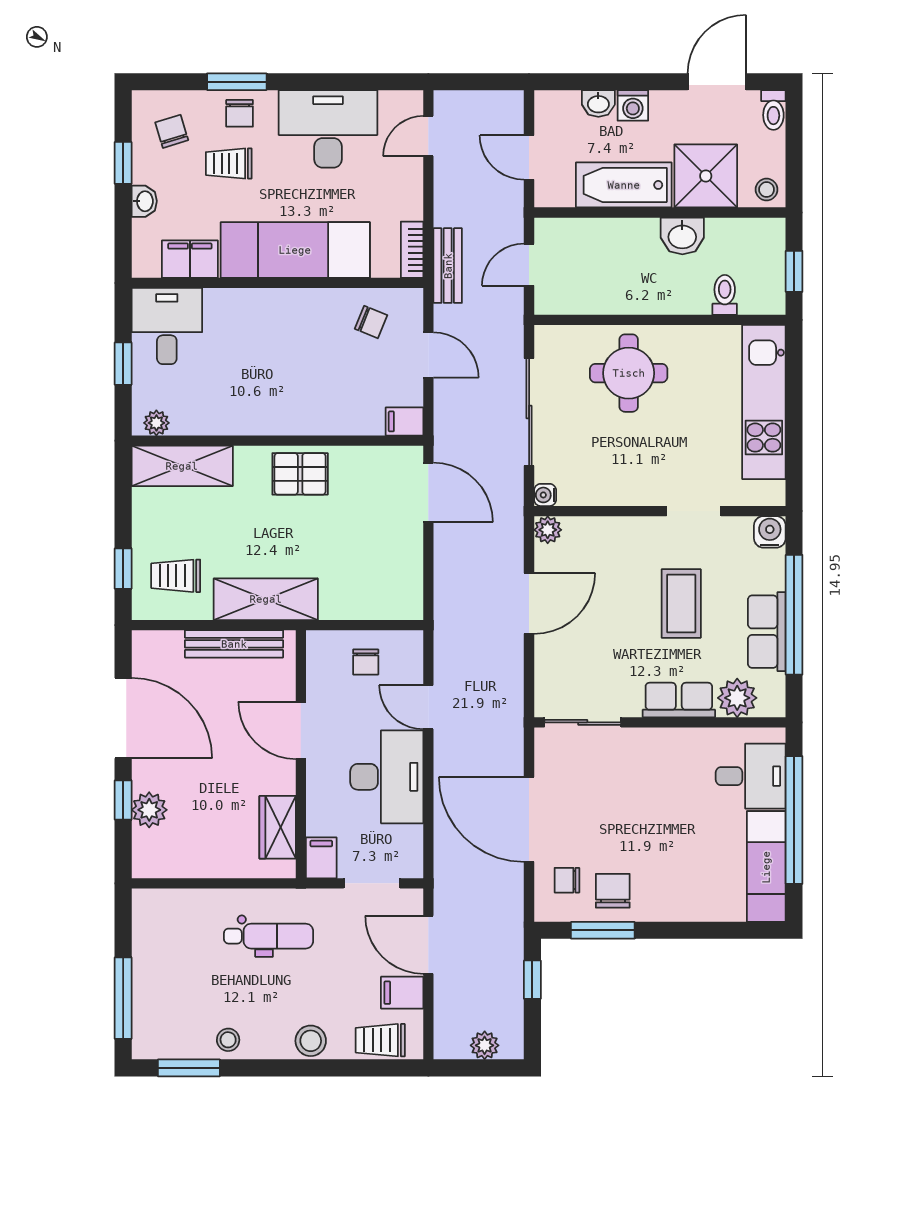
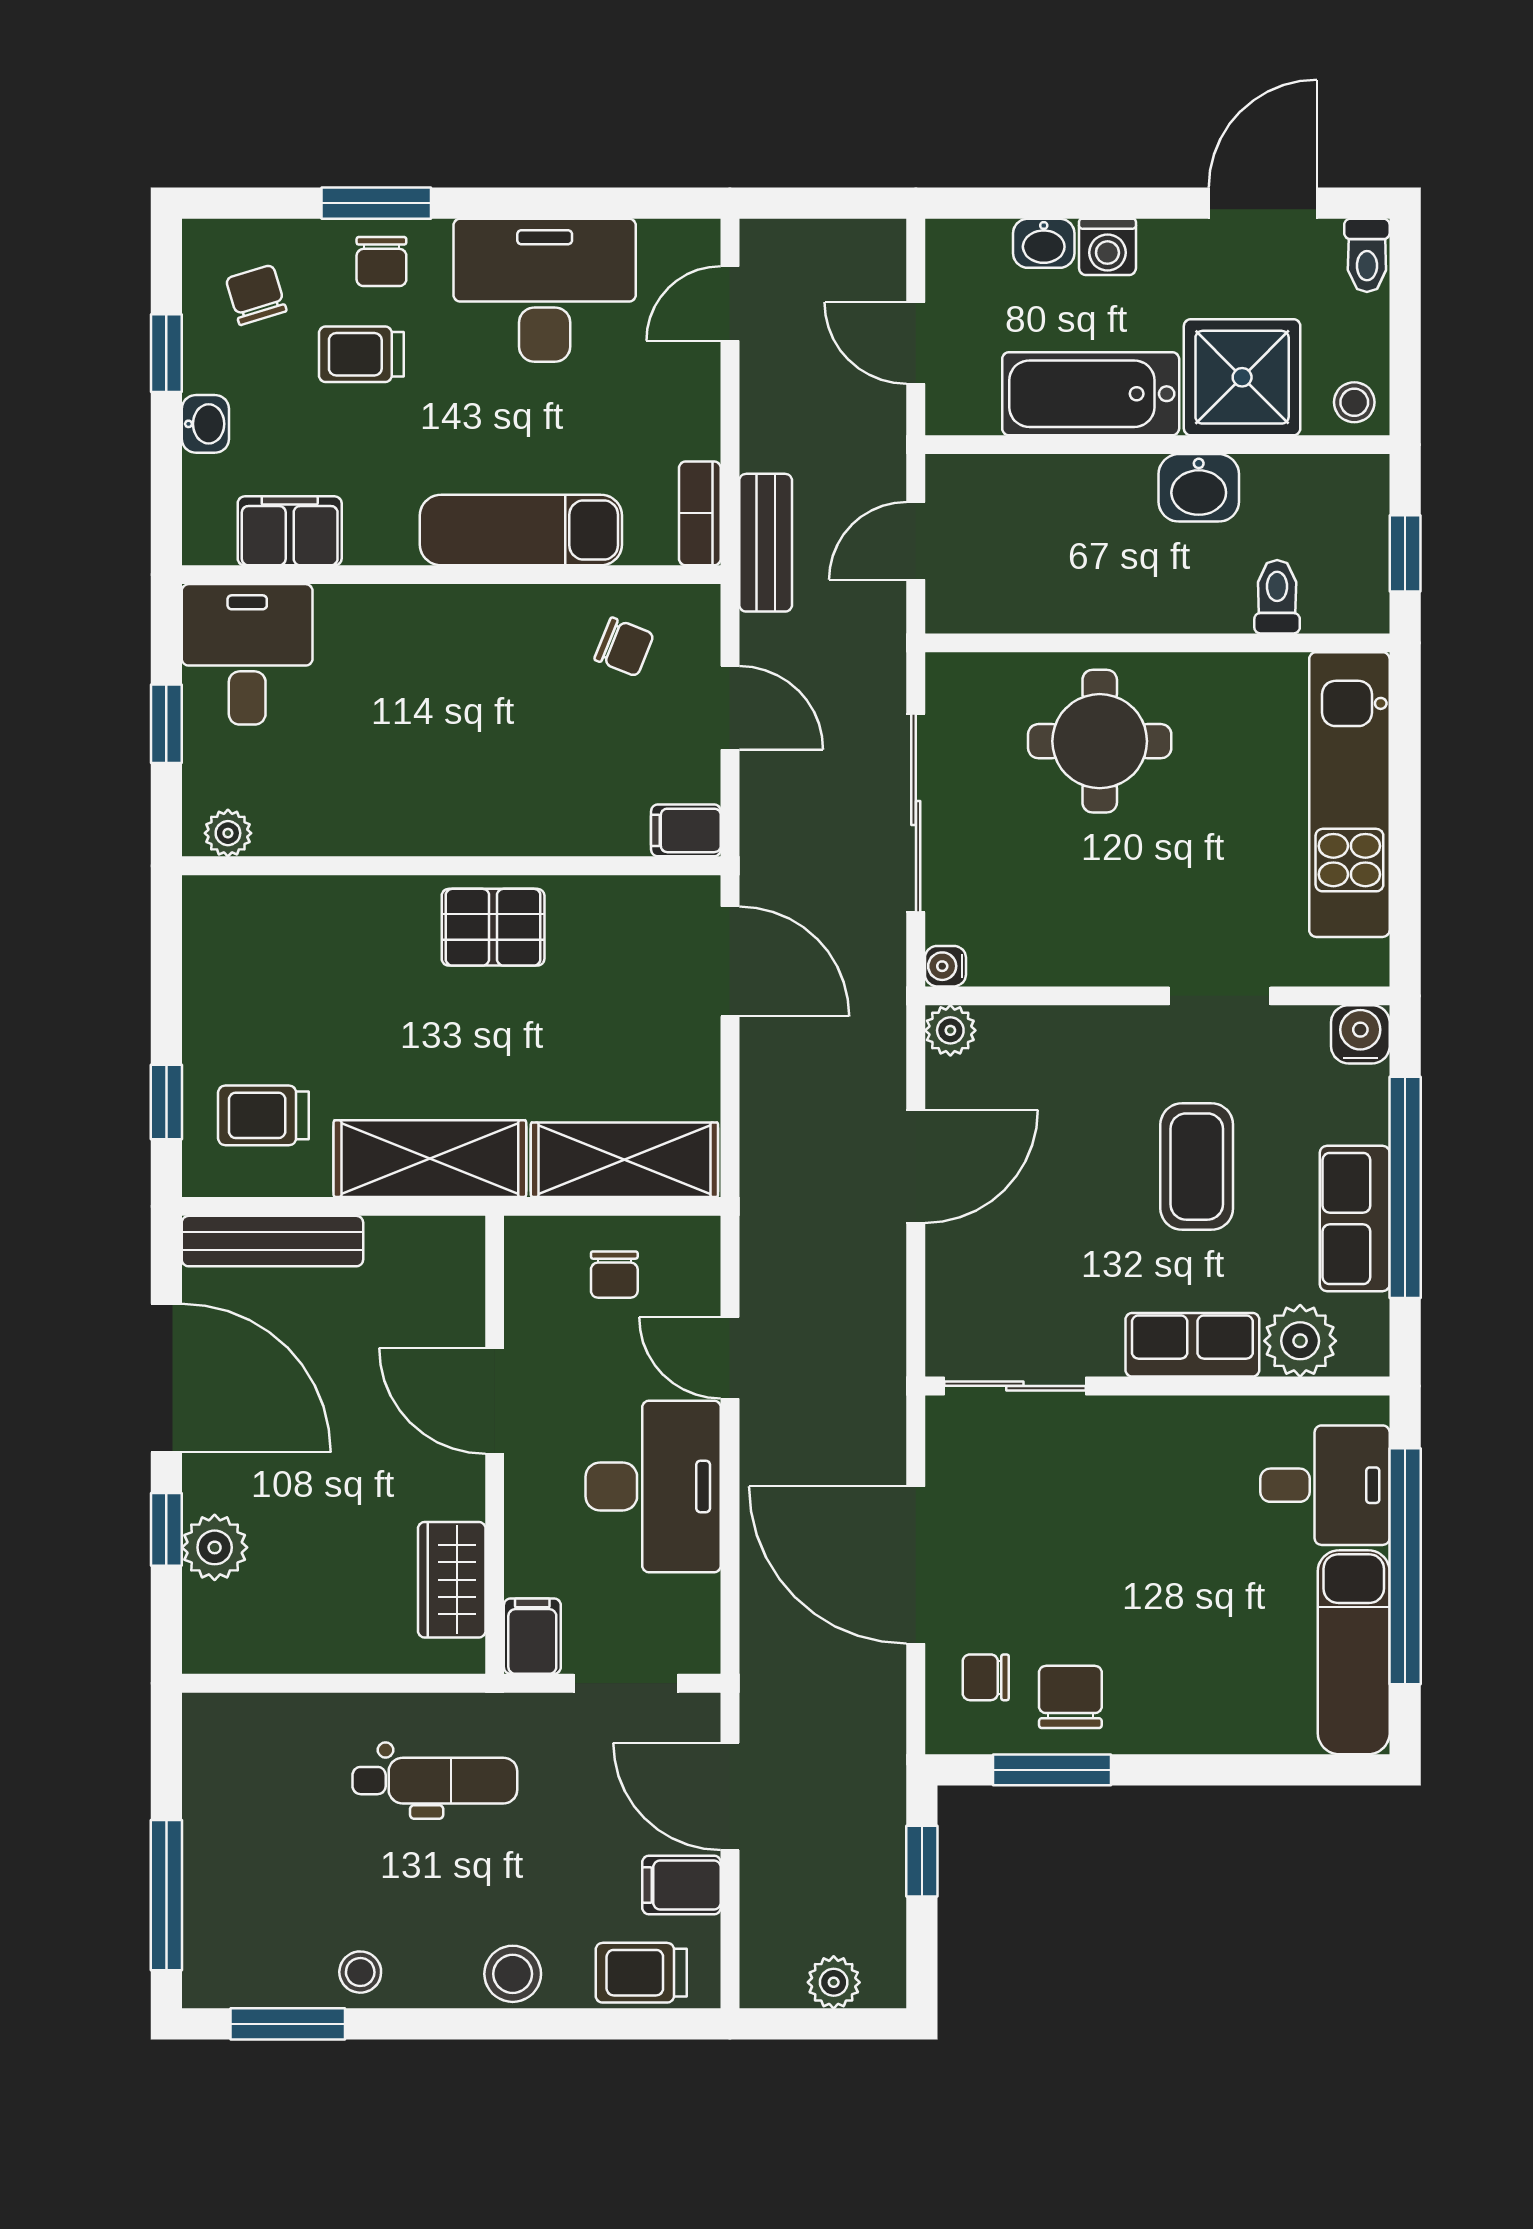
exam couch: (295, 250) -> (521, 530), width x0.73, depth x0.69
shelving: (182, 466) -> (624, 1160), moved
bench: (234, 644) -> (272, 1241), moved

